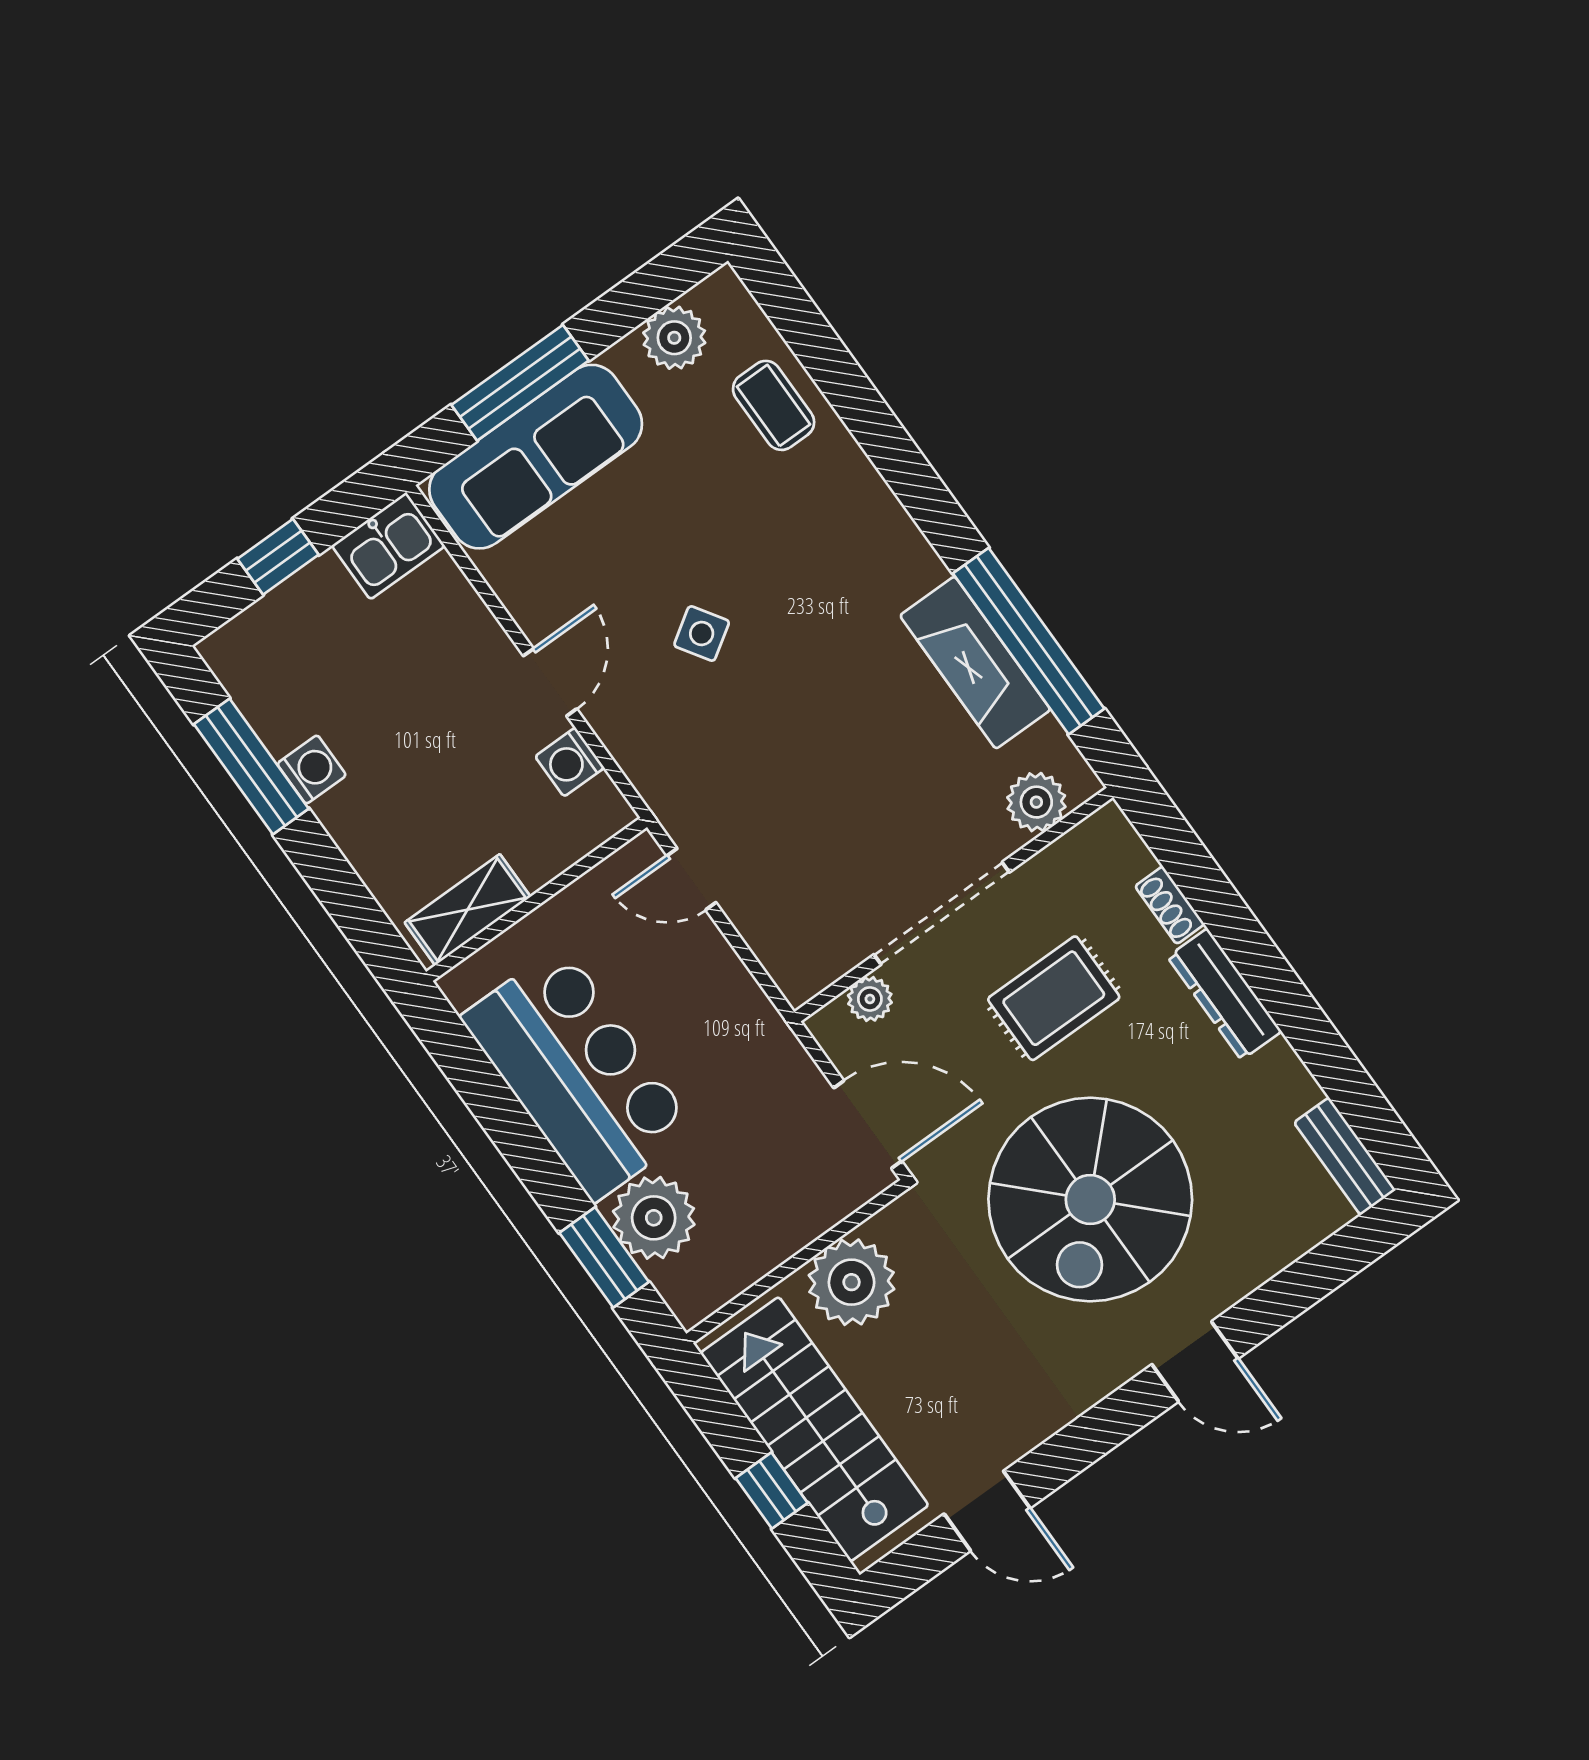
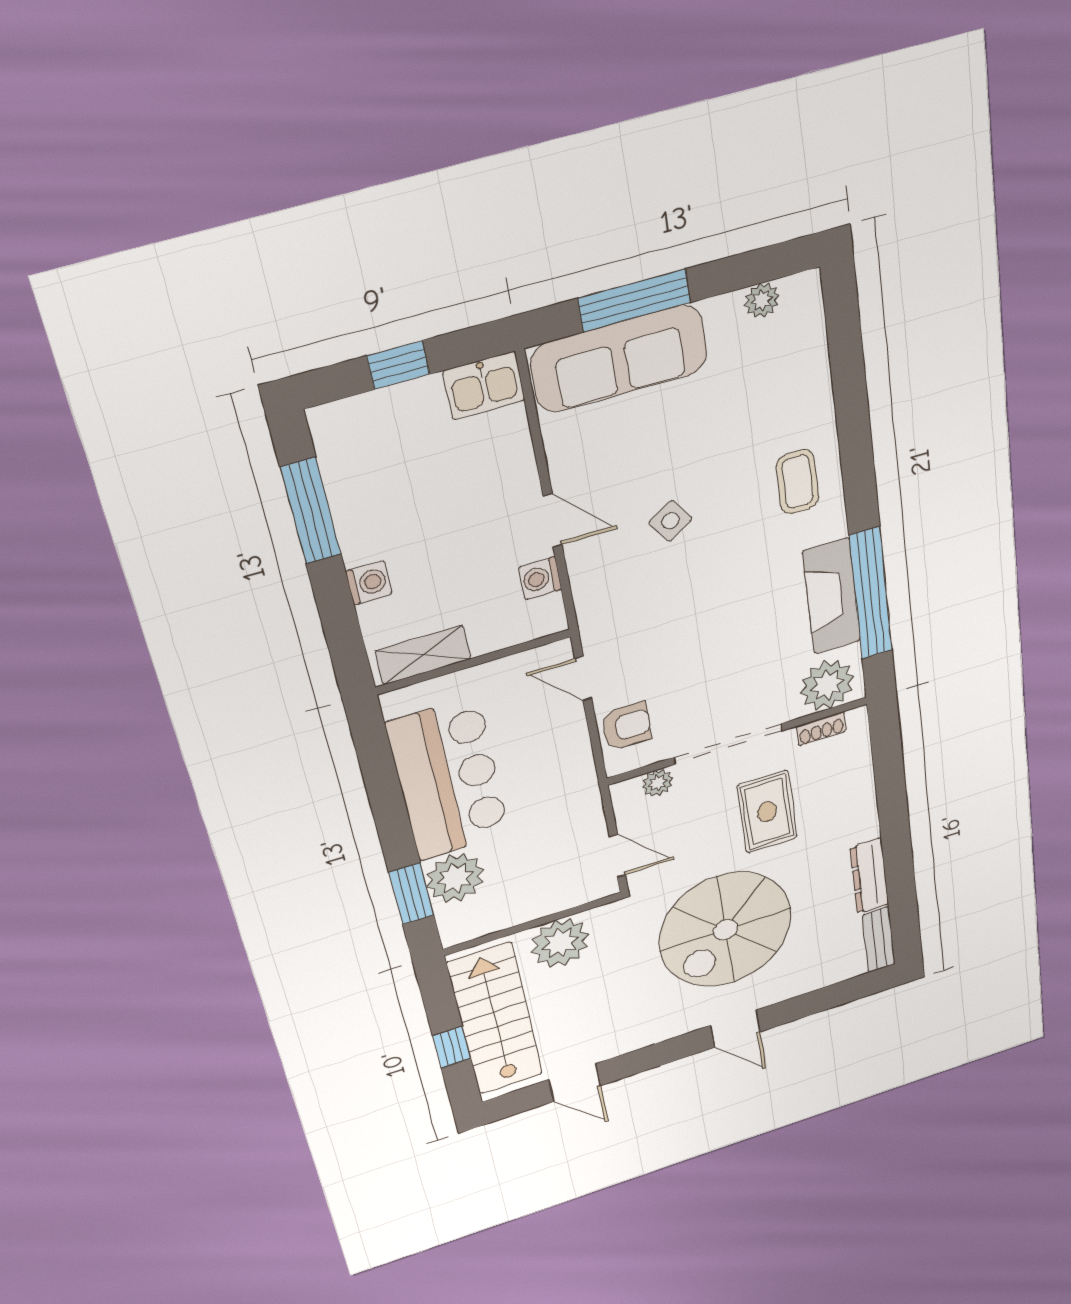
plant: (674, 338) -> (762, 300), width x0.73, depth x0.73
coffee table: (774, 405) -> (798, 482), moved
door: (550, 682) -> (553, 520), hinge flipped
washing machine: (312, 770) -> (369, 583), moved
plant: (1036, 802) -> (827, 685), width x1.36, depth x1.36
shoe rack: (1170, 905) -> (821, 729), moved, turned -90
armchair: (784, 929) -> (627, 726), added
dresser: (1224, 994) -> (869, 876), moved
rug: (1054, 998) -> (767, 812), turned 90
door: (868, 1124) -> (617, 856), width x0.73

